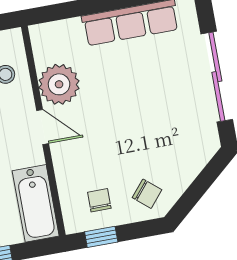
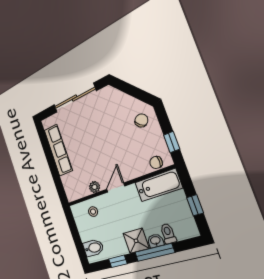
plant: (59, 84) -> (95, 187), width x0.53, depth x0.53
chair: (99, 200) -> (156, 162), moved

